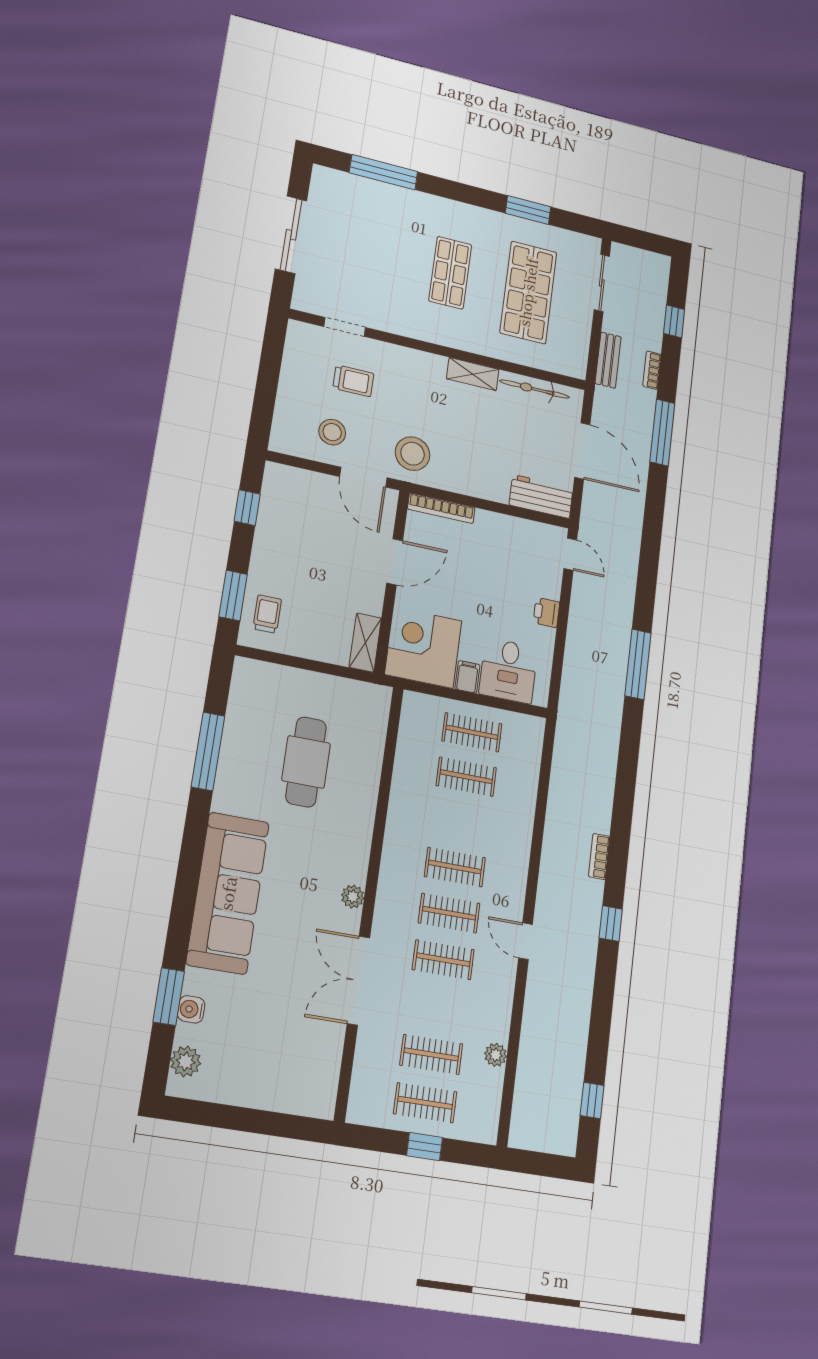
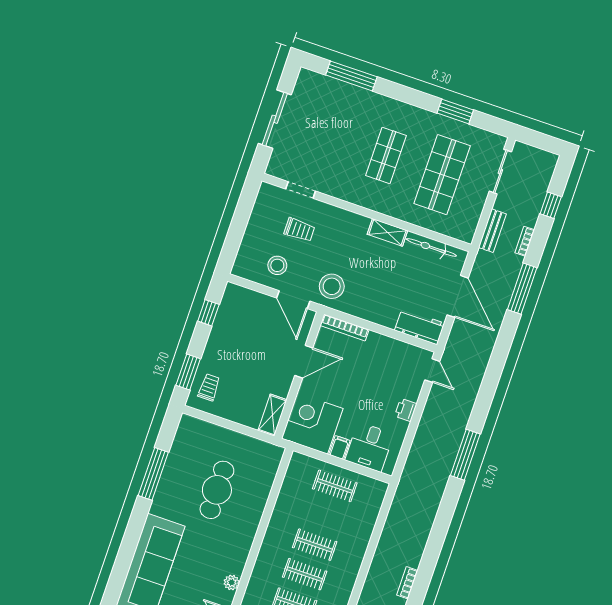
clothes rail: (466, 777) -> (315, 545), moved

